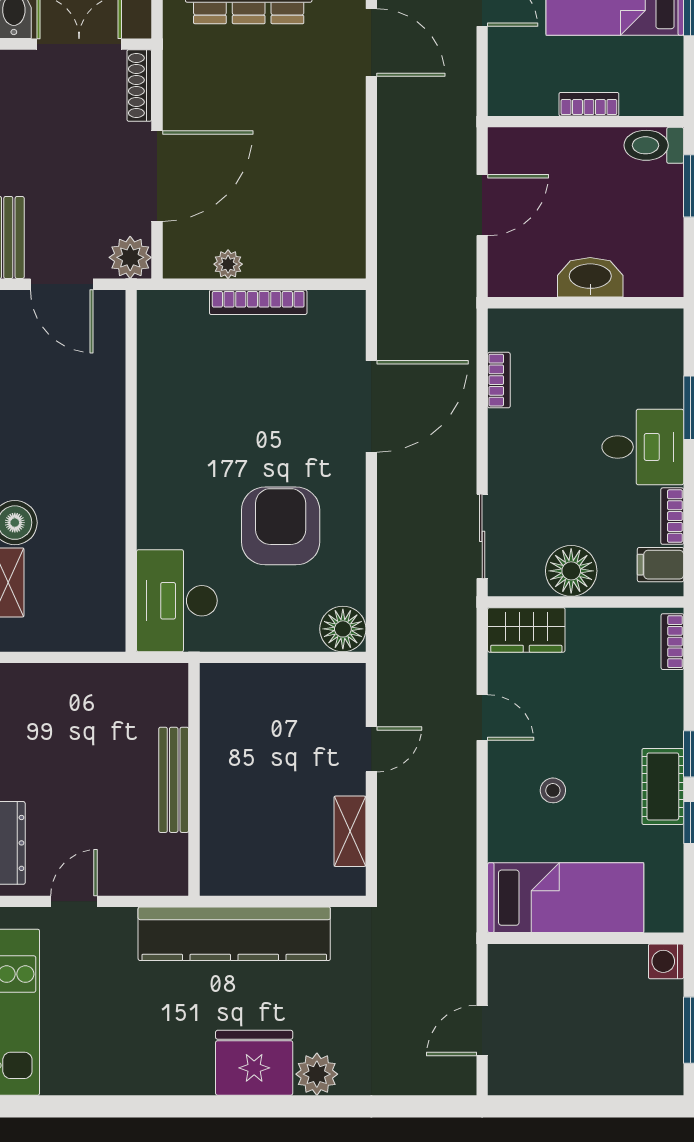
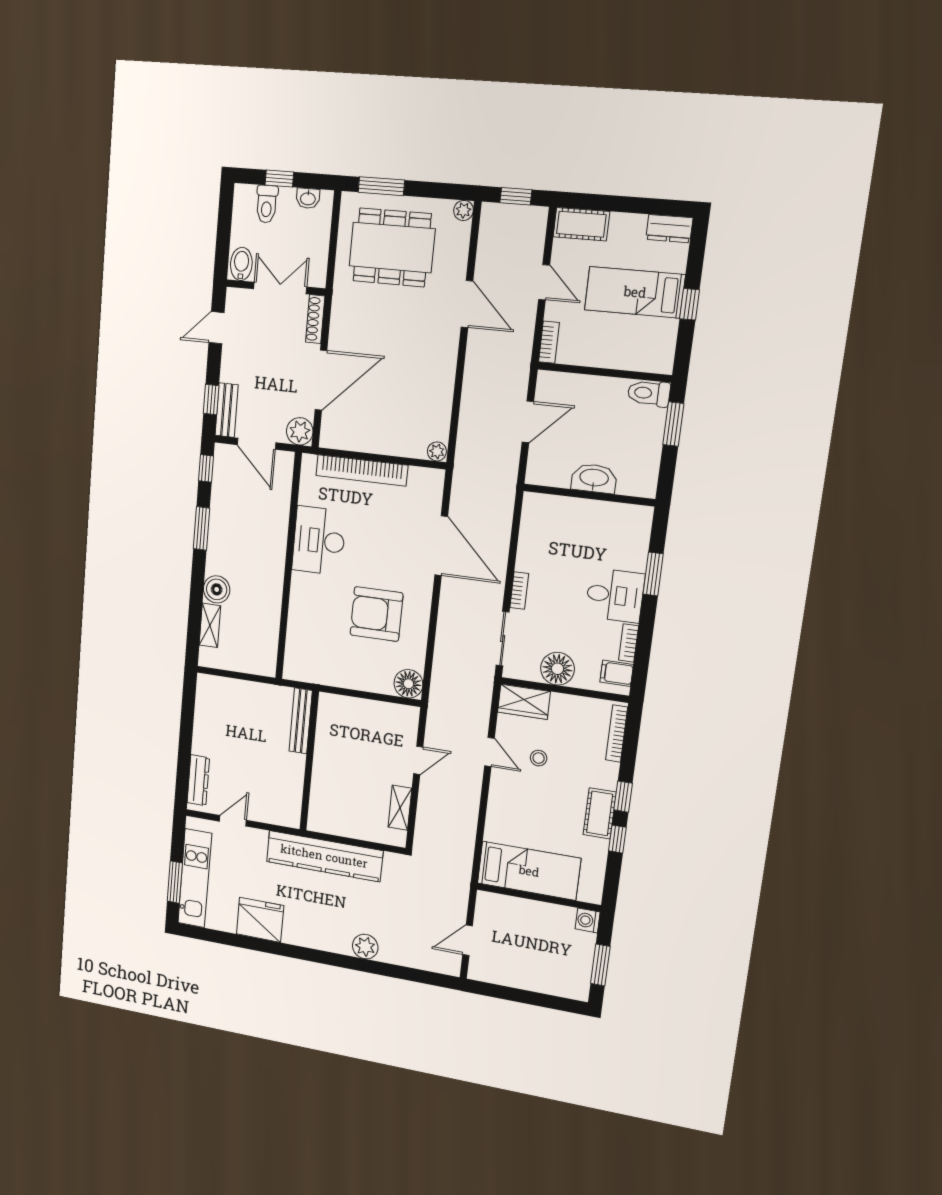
bookcase: (589, 104) -> (549, 342), moved, turned 90
plant: (228, 264) -> (437, 451), moved
bookcase: (258, 302) -> (362, 470), width x1.48, depth x1.31
bookcase: (499, 380) -> (519, 591), moved
door: (371, 406) -> (441, 546), hinge flipped
armchair: (281, 526) -> (376, 614), turned -90
desk: (177, 601) -> (319, 541), moved
bookcase: (672, 642) -> (617, 734), width x1.56
bench: (174, 780) -> (301, 721), moved
stool: (553, 790) -> (539, 758), moved
fridge: (254, 1063) -> (260, 920), moved

